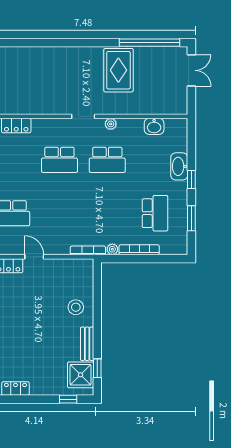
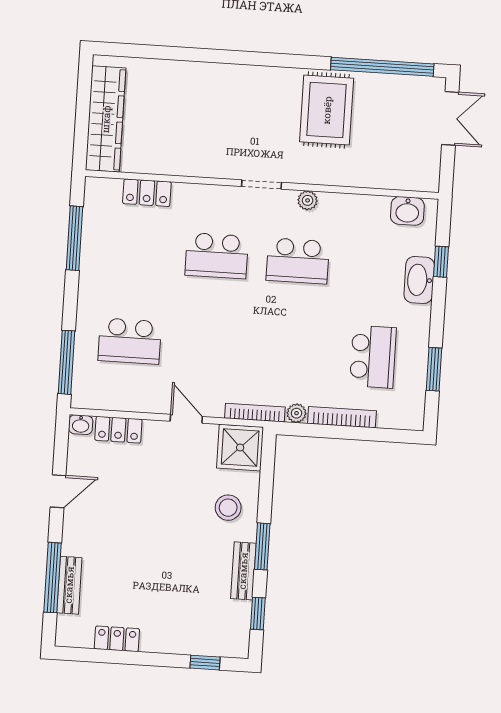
washbasin: (154, 126) -> (407, 211), moved
window: (191, 180) -> (441, 262), moved
door: (34, 257) -> (186, 419), moved
window: (97, 329) -> (262, 546), added
shower: (81, 375) -> (240, 448), moved

